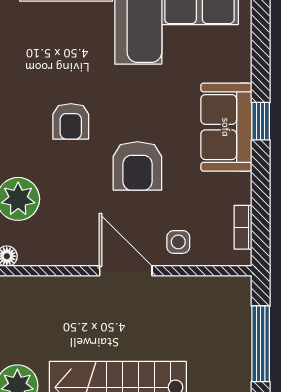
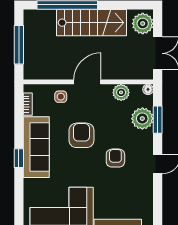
sofa: (226, 127) -> (36, 147), width x1.36
plant: (60, 250) -> (121, 92), added
door: (126, 271) -> (87, 82), swing flipped

